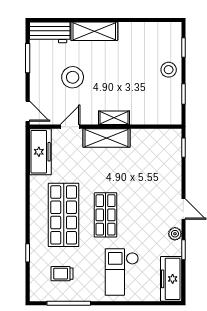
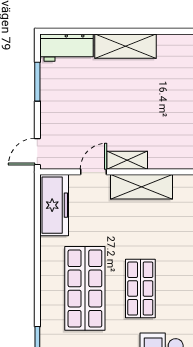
stool: (73, 77) -> (97, 107), removed
door: (28, 111) -> (37, 152), swing flipped
shelving: (114, 118) -> (127, 160), moved

